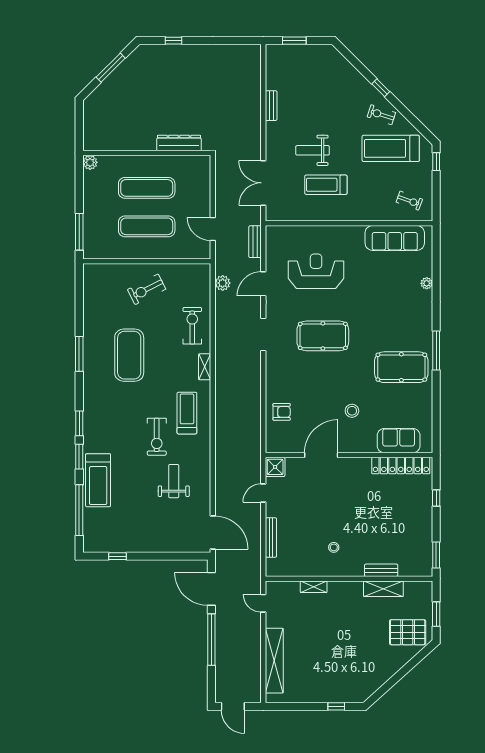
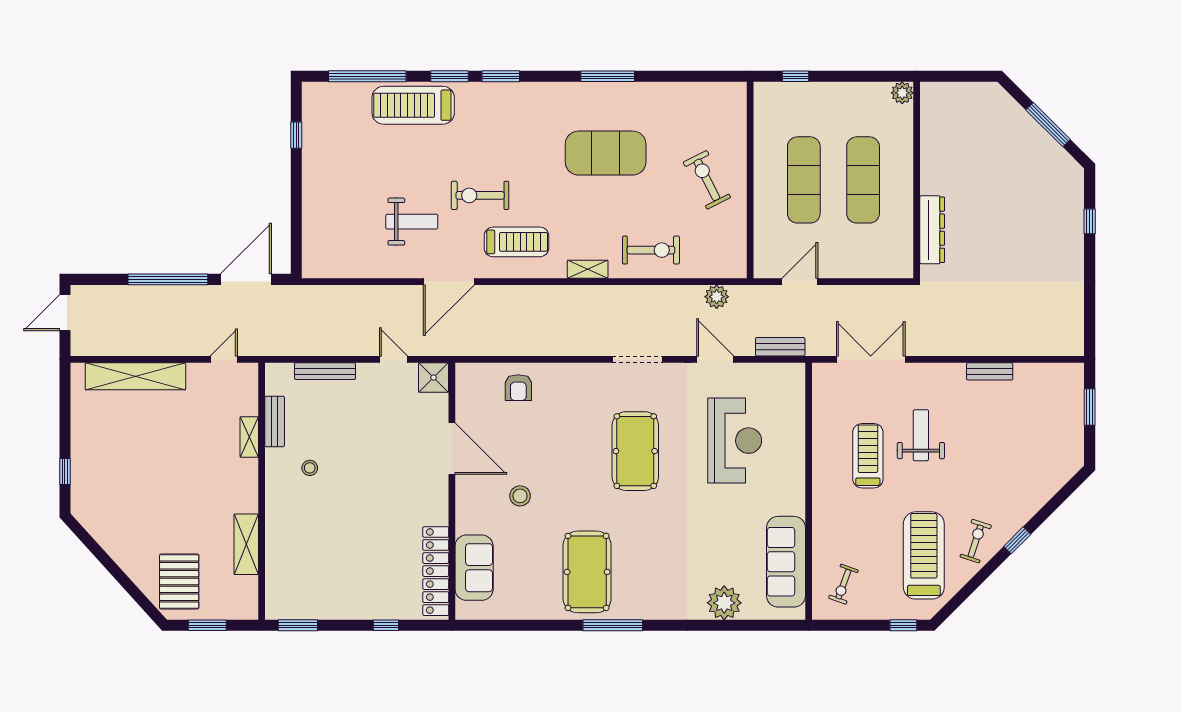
window: (79, 232) -> (796, 76), width x0.46
plant: (427, 283) -> (724, 603), width x1.87, depth x1.87
door: (213, 533) -> (449, 282), moved
bench: (381, 570) -> (275, 421), moved

